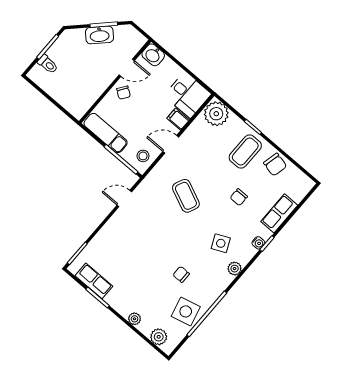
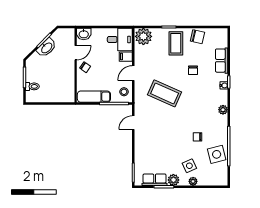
coffee table: (186, 196) -> (165, 93), width x1.36, depth x1.32
side table: (221, 243) -> (189, 166), moved
plant: (159, 337) -> (173, 180), moved

